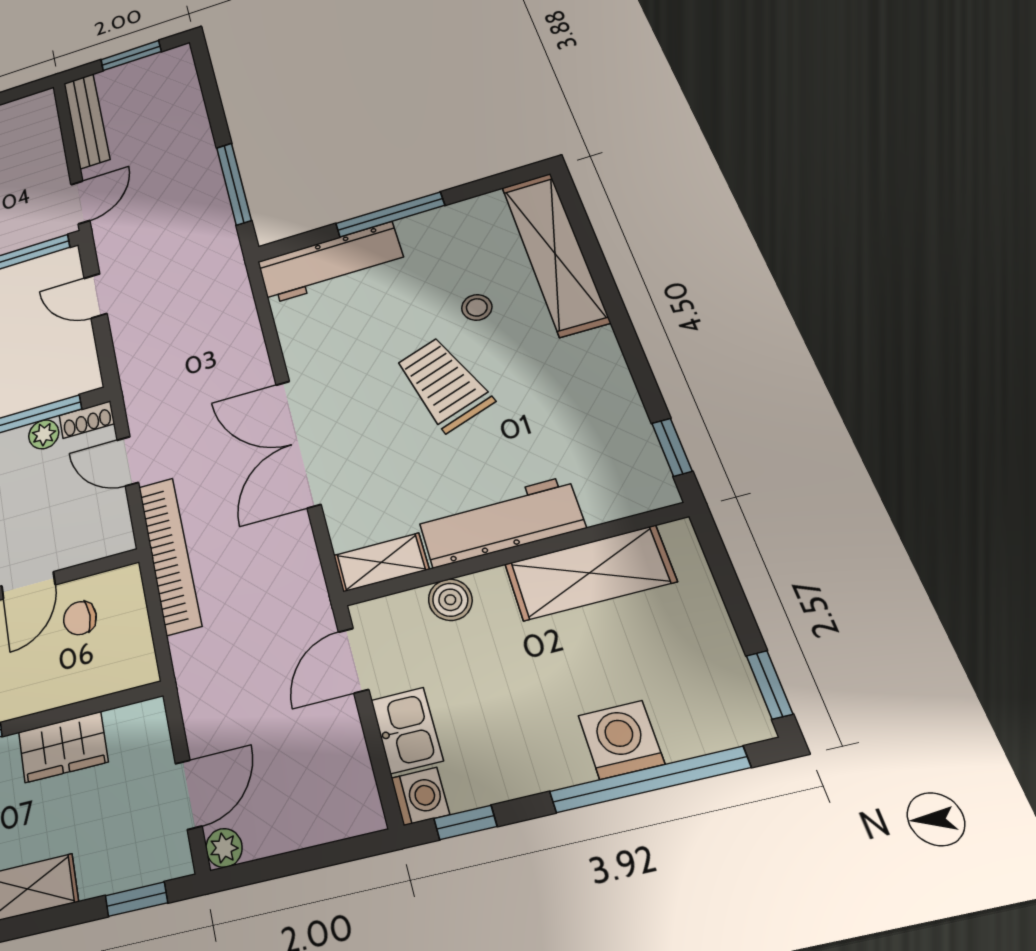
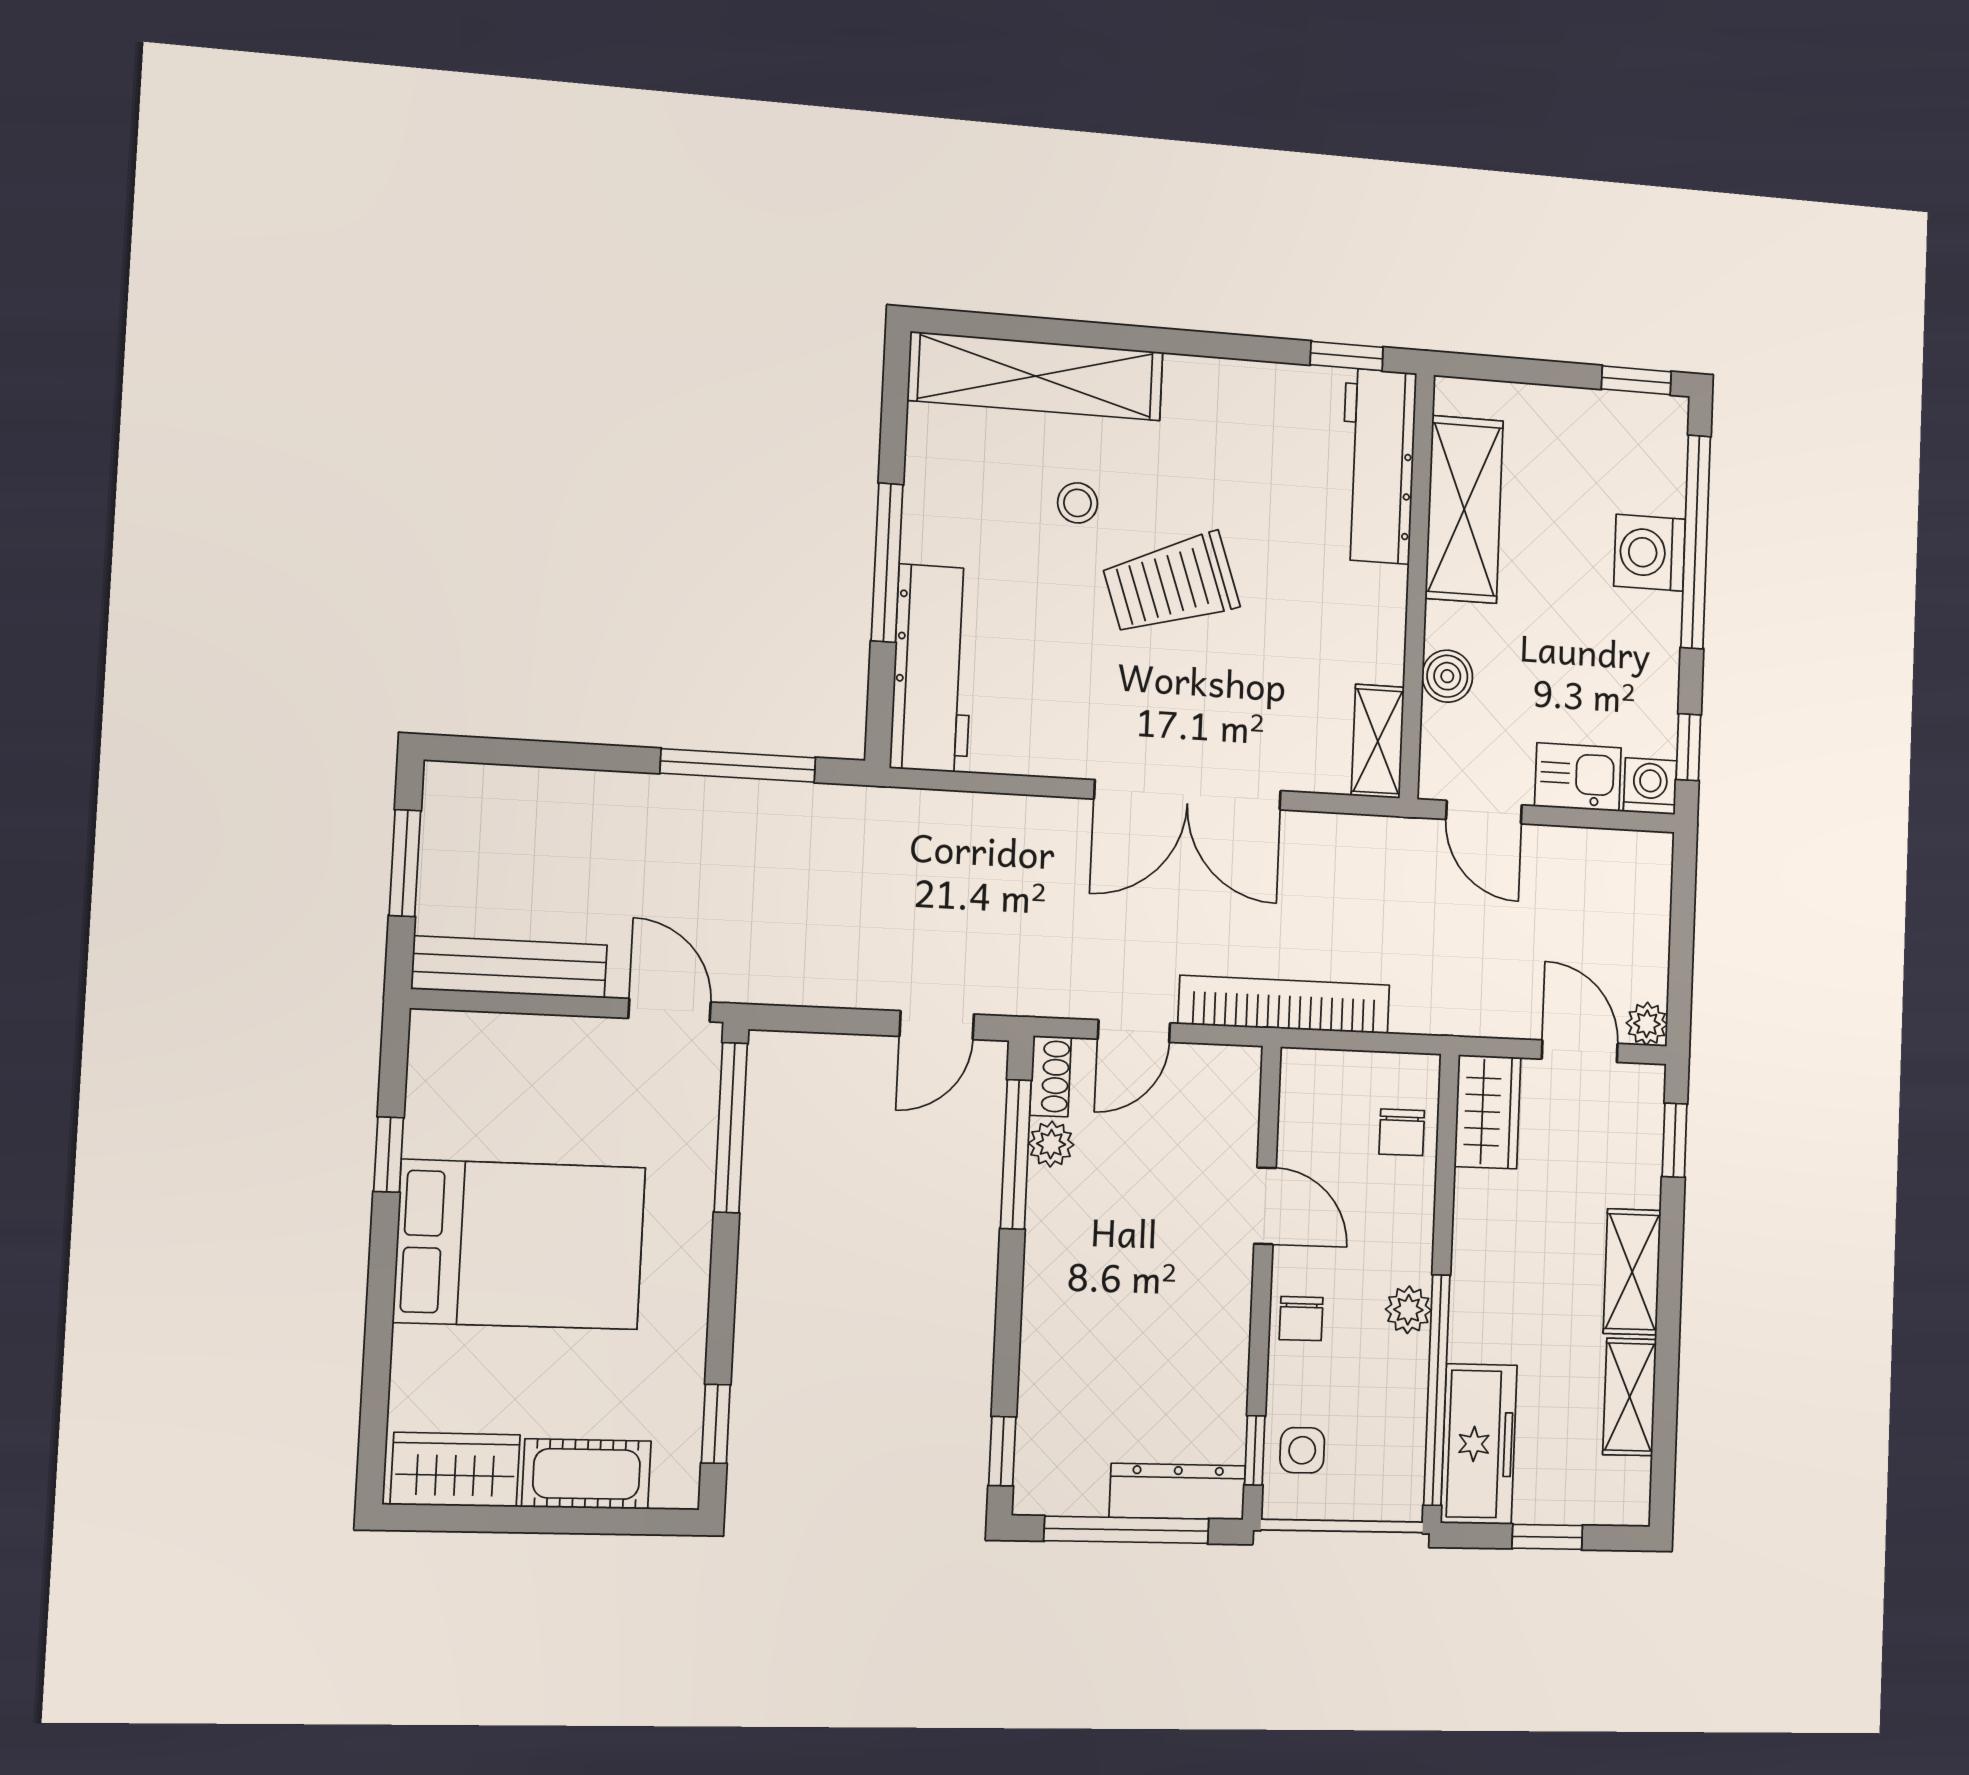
door: (95, 296) -> (937, 1025), moved
workbench: (501, 522) -> (1378, 466), moved
chair: (80, 618) -> (1402, 1132), moved
wardrobe: (63, 747) -> (1487, 1112), moved

